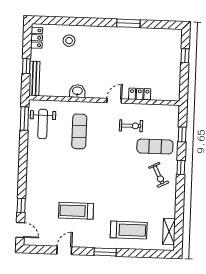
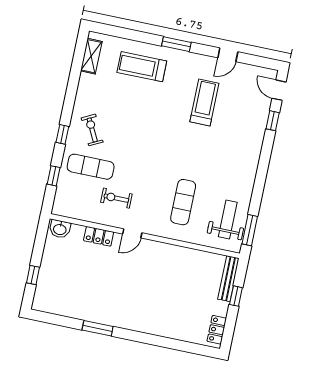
stool: (69, 41) -> (176, 319), removed
washbasin: (77, 91) -> (60, 229), moved
treadmill: (76, 211) -> (204, 102), turned -90

